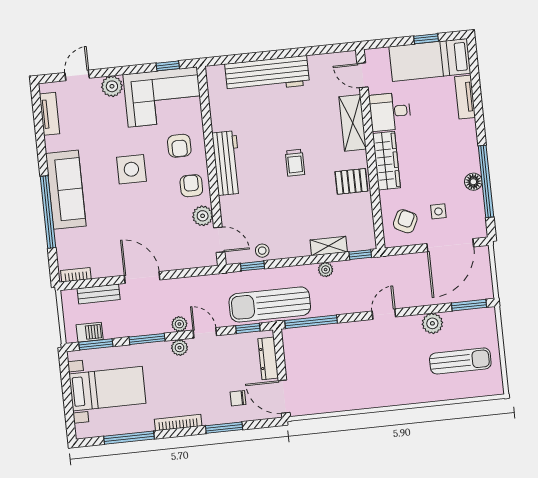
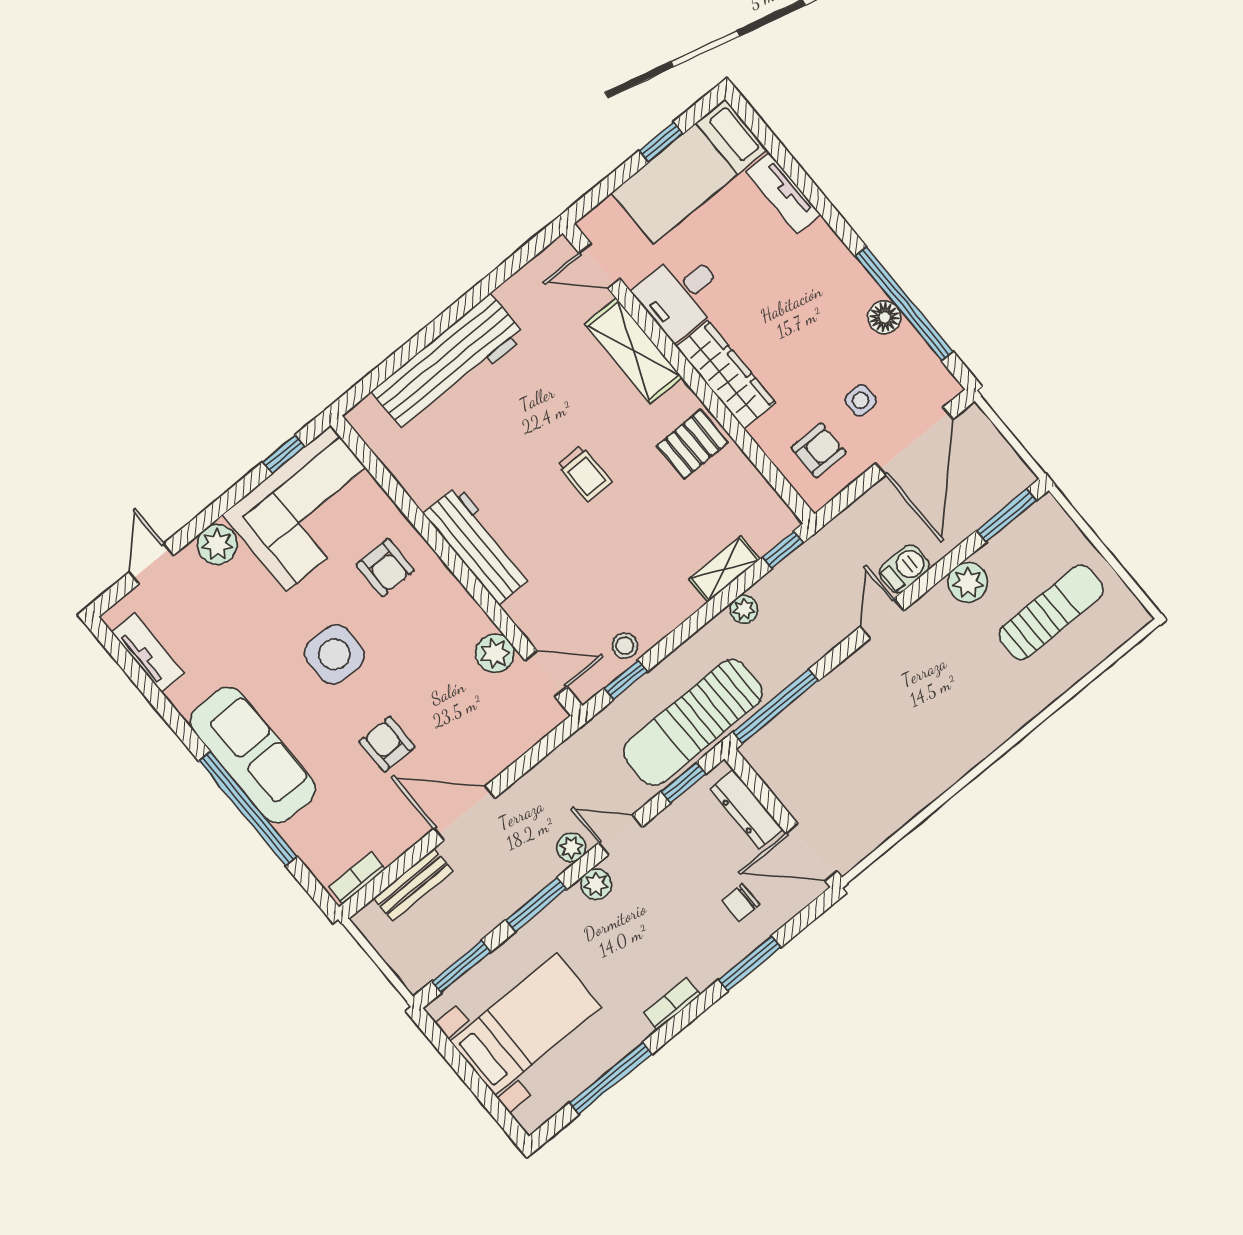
armchair: (191, 186) -> (387, 744), moved
armchair: (405, 221) -> (819, 450), turned 64
barbecue: (90, 332) -> (904, 569), moved
bookcase: (178, 423) -> (672, 1004), width x0.64

